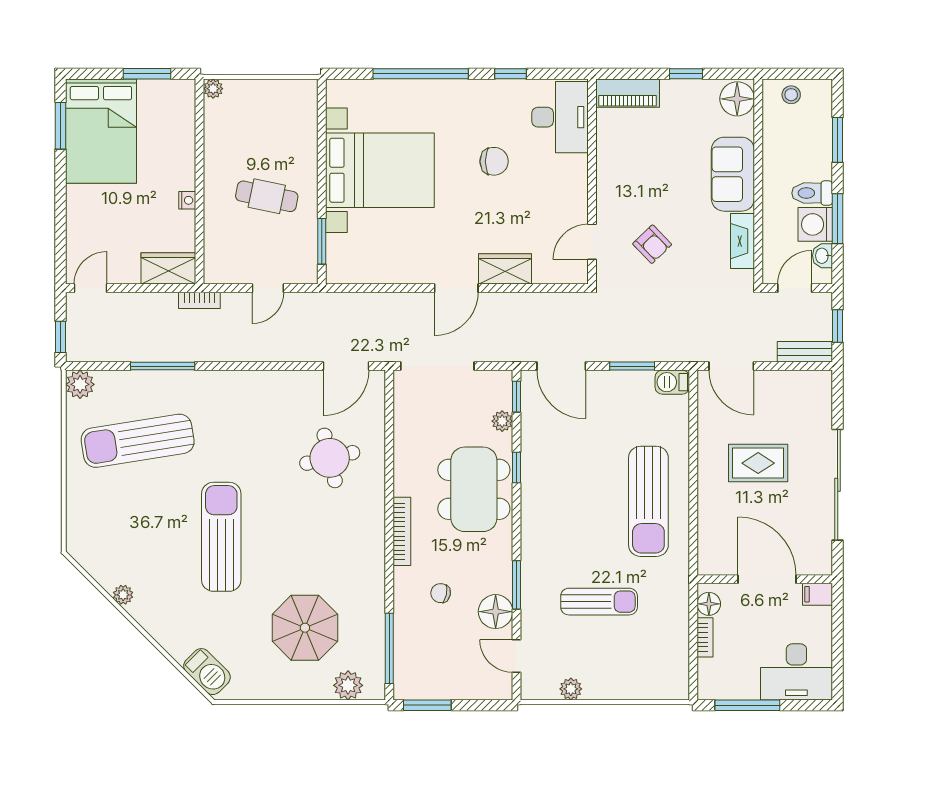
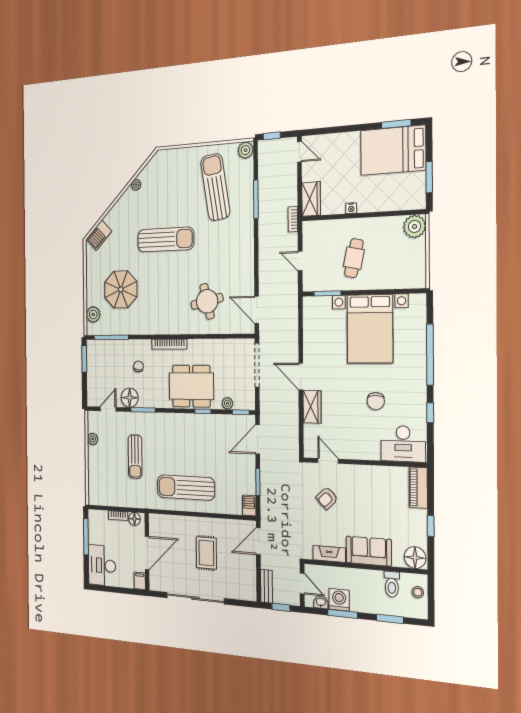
plant: (213, 89) -> (415, 226), width x1.88, depth x1.88
toilet: (812, 193) -> (392, 584), moved, turned 180

